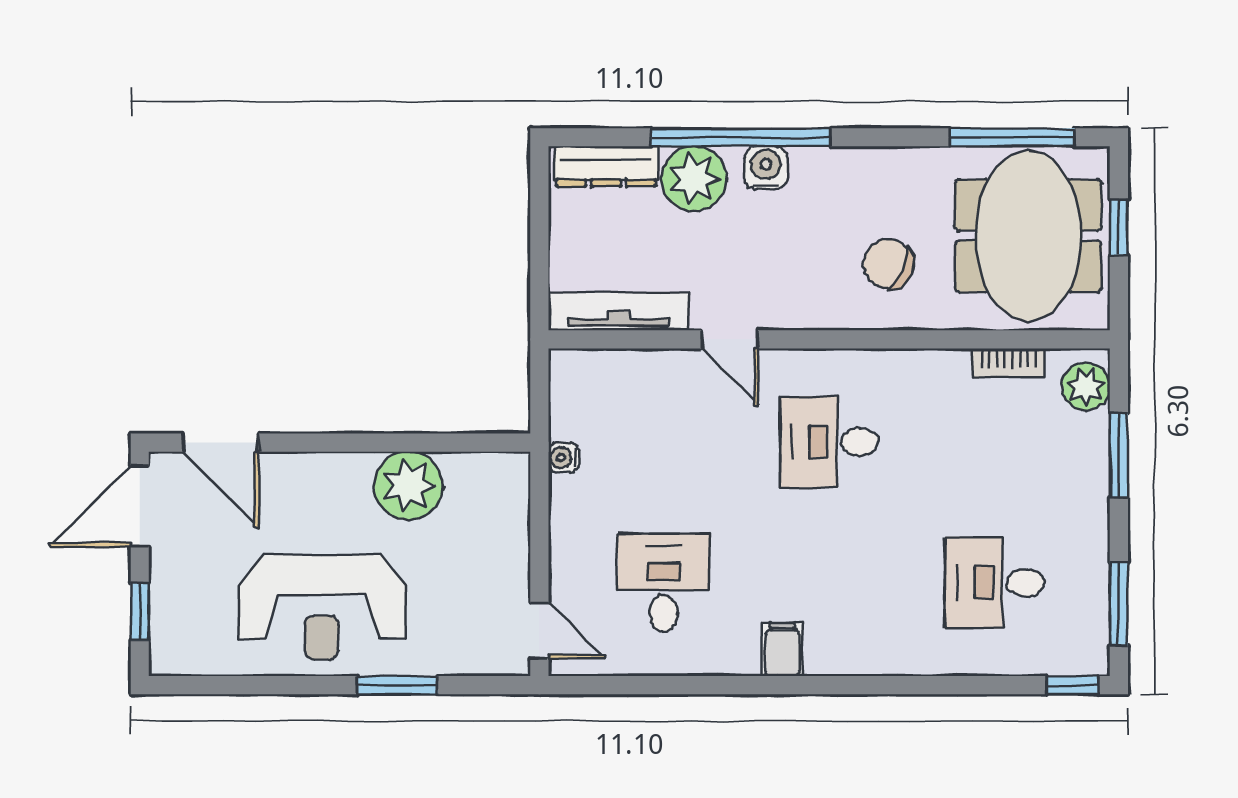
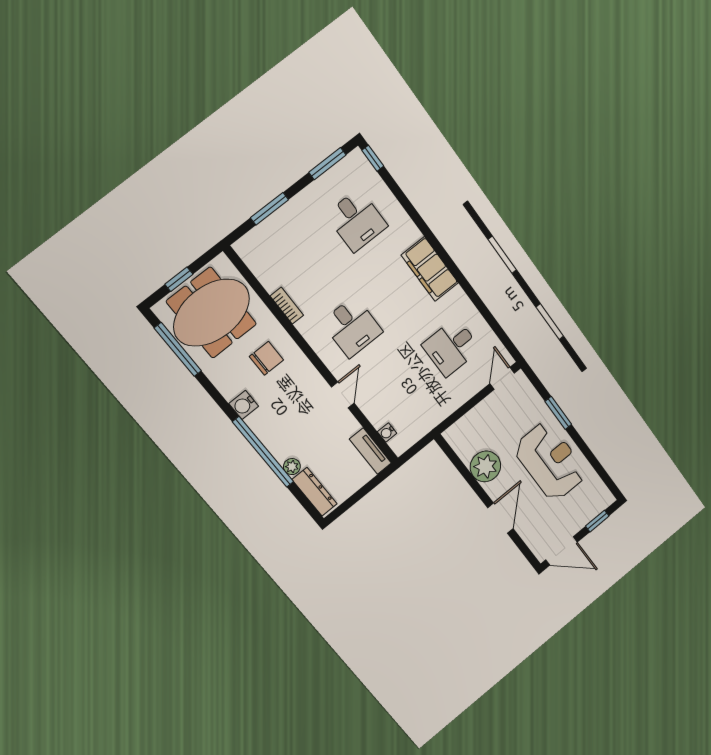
water cooler: (766, 168) -> (244, 405), moved
plant: (694, 179) -> (292, 467), width x0.53, depth x0.53
chair: (889, 264) -> (266, 358), turned -113
tv unit: (619, 311) -> (370, 451), width x0.71
bookcase: (1008, 363) -> (287, 306), moved
plant: (1086, 387) -> (253, 243), removed
door: (221, 443) -> (500, 518), moved
water cooler: (564, 458) -> (387, 432), moved, turned 90
filing cabinet: (782, 649) -> (430, 269), width x3.00, depth x1.17

